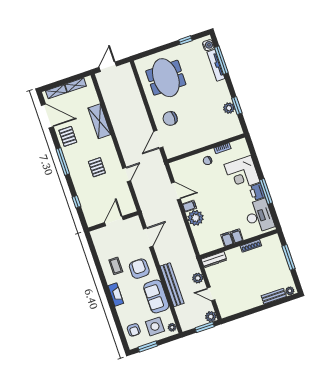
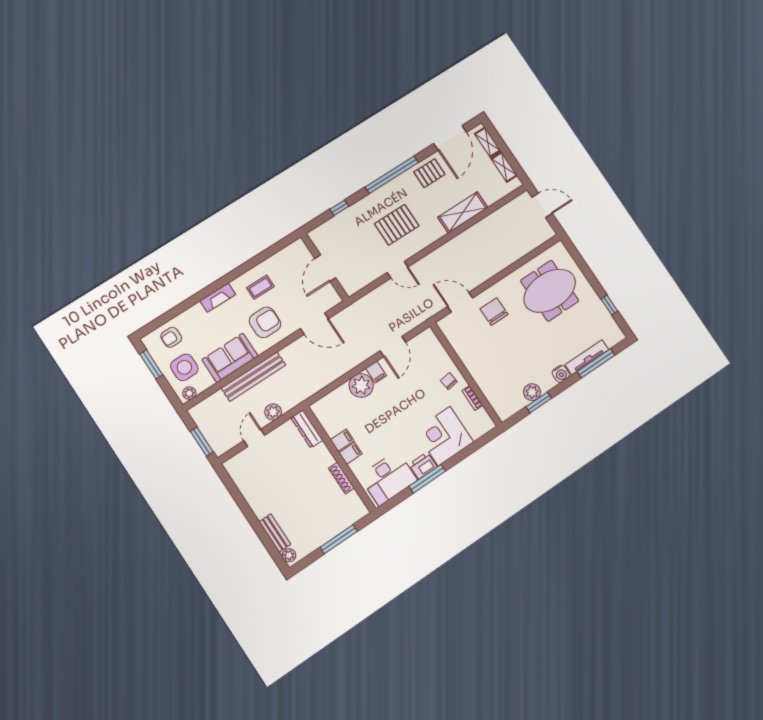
water cooler: (208, 45) -> (561, 374), moved
window: (63, 161) -> (392, 175), width x1.46
pallet: (97, 167) -> (397, 225), width x1.50, depth x1.42
door: (114, 221) -> (325, 268), swing flipped
plant: (211, 317) -> (220, 447), removed

